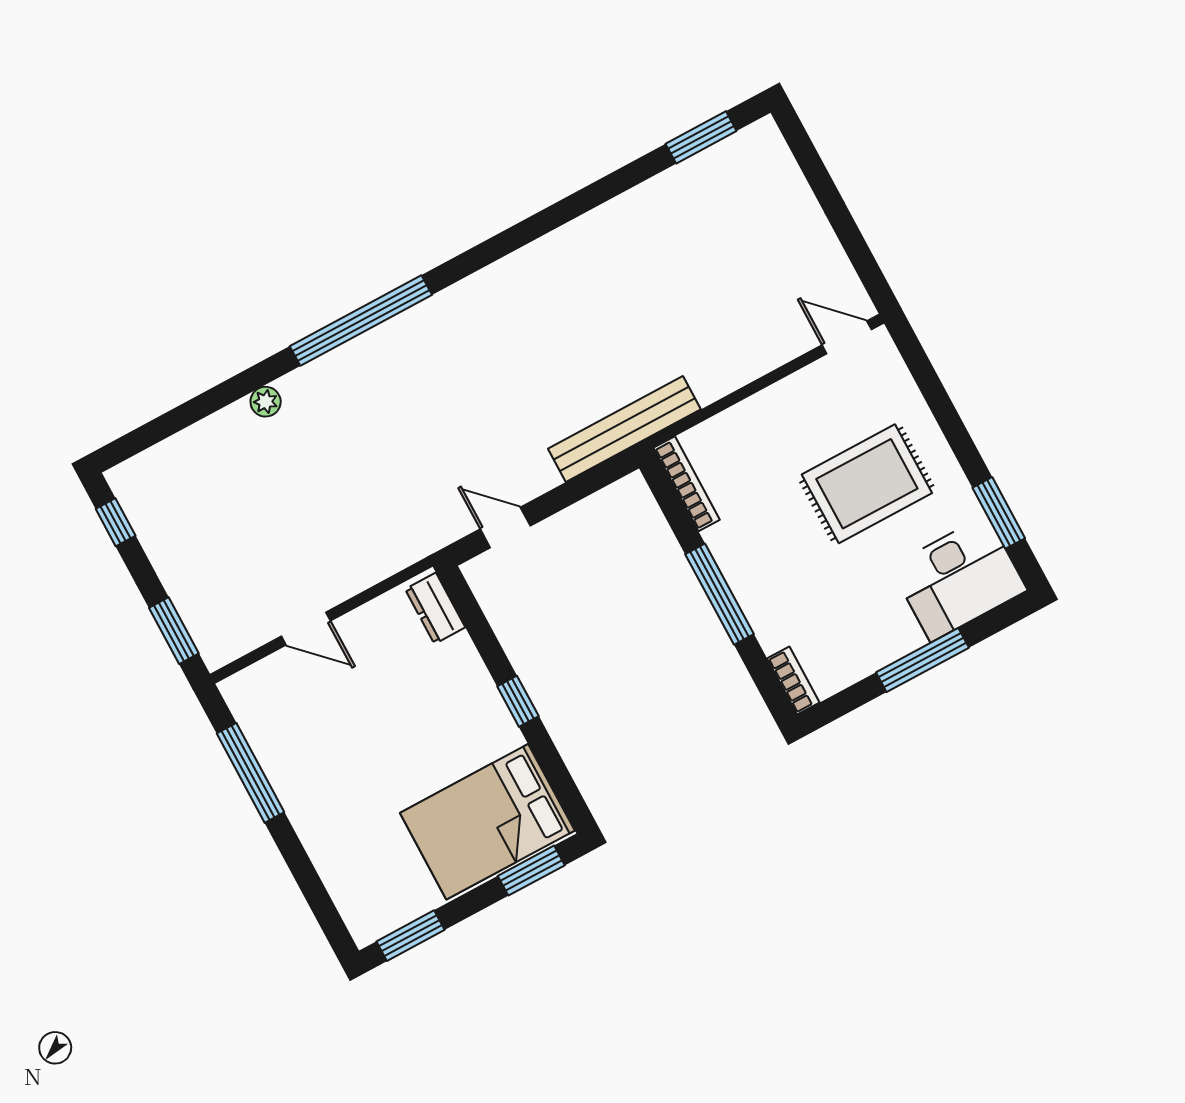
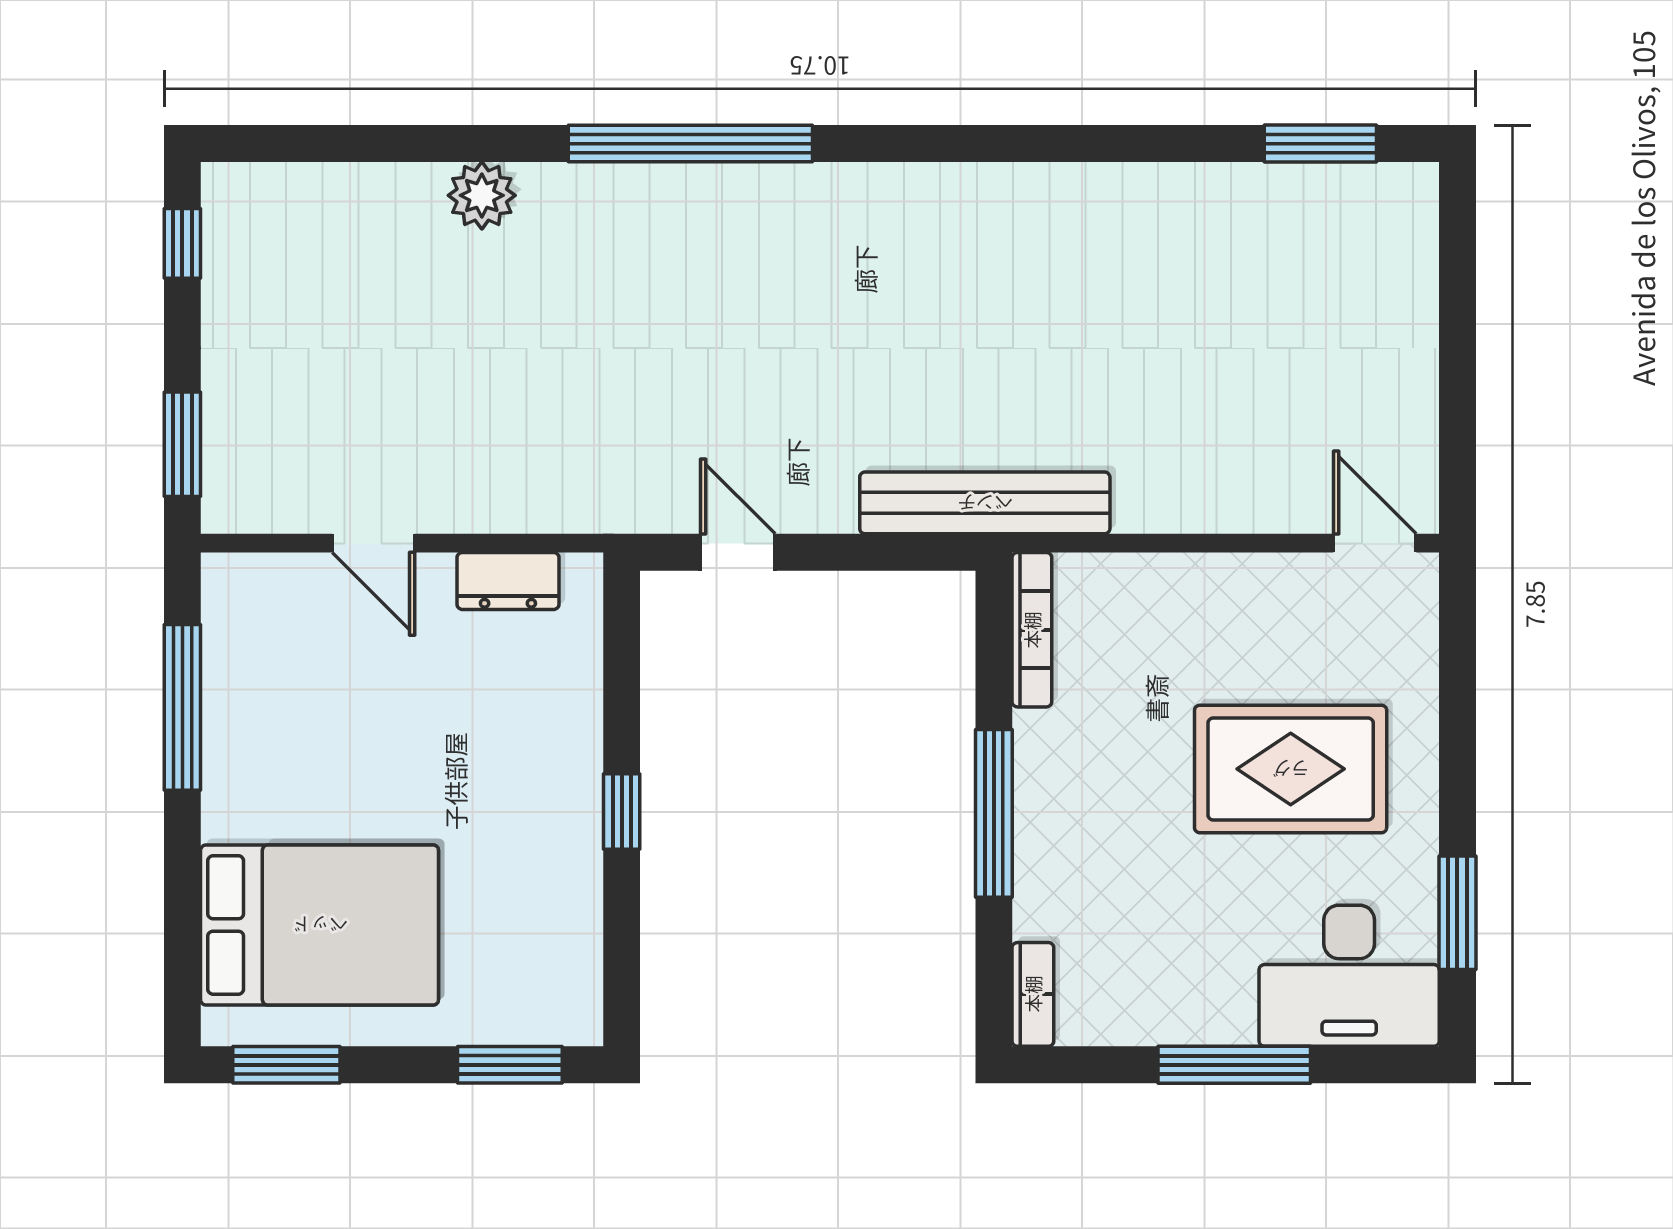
plant: (266, 402) -> (482, 195), width x1.38, depth x1.38
dresser: (435, 608) -> (508, 581), moved, turned -90
bed: (487, 822) -> (320, 925), moved, turned 180

